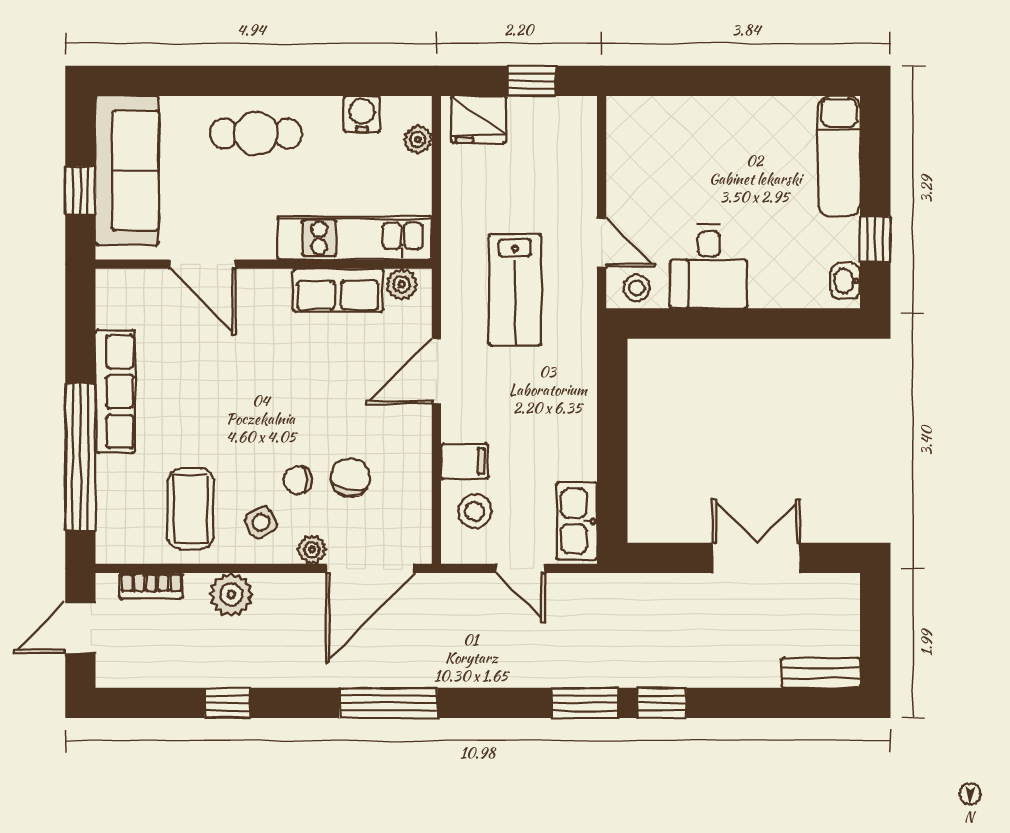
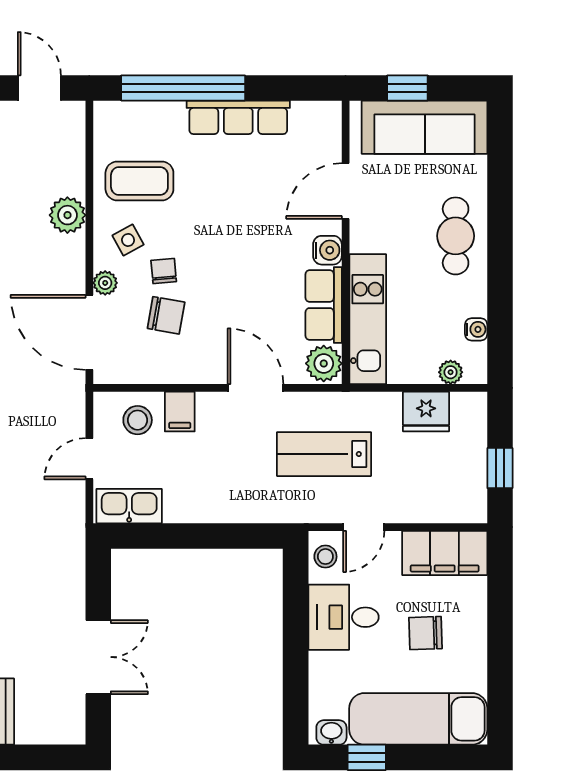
water cooler: (362, 114) -> (476, 329), width x0.72, depth x0.72
fridge: (479, 119) -> (426, 412), moved, turned -90
filing cabinet: (633, 146) -> (445, 553), added
exam couch: (839, 156) -> (418, 719), width x1.36, depth x1.45
chair: (728, 169) -> (425, 633), added
plant: (402, 284) -> (324, 363), width x1.38, depth x1.38
water cooler: (273, 286) -> (327, 250), added
bookcase: (151, 586) -> (75, 148), removed

